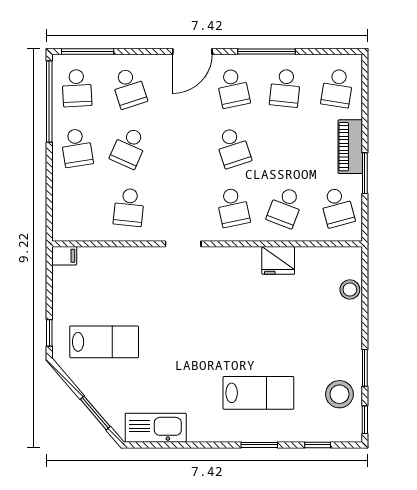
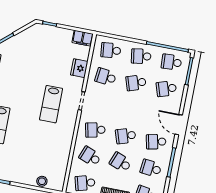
school desk: (129, 148) -> (136, 83), turned -42
school desk: (285, 148) -> (121, 162), added
school desk: (77, 207) -> (111, 50), added
filing cabinet: (64, 256) -> (83, 38), width x2.00
fridge: (278, 260) -> (79, 68), moved
lab bench: (104, 342) -> (51, 104), moved

